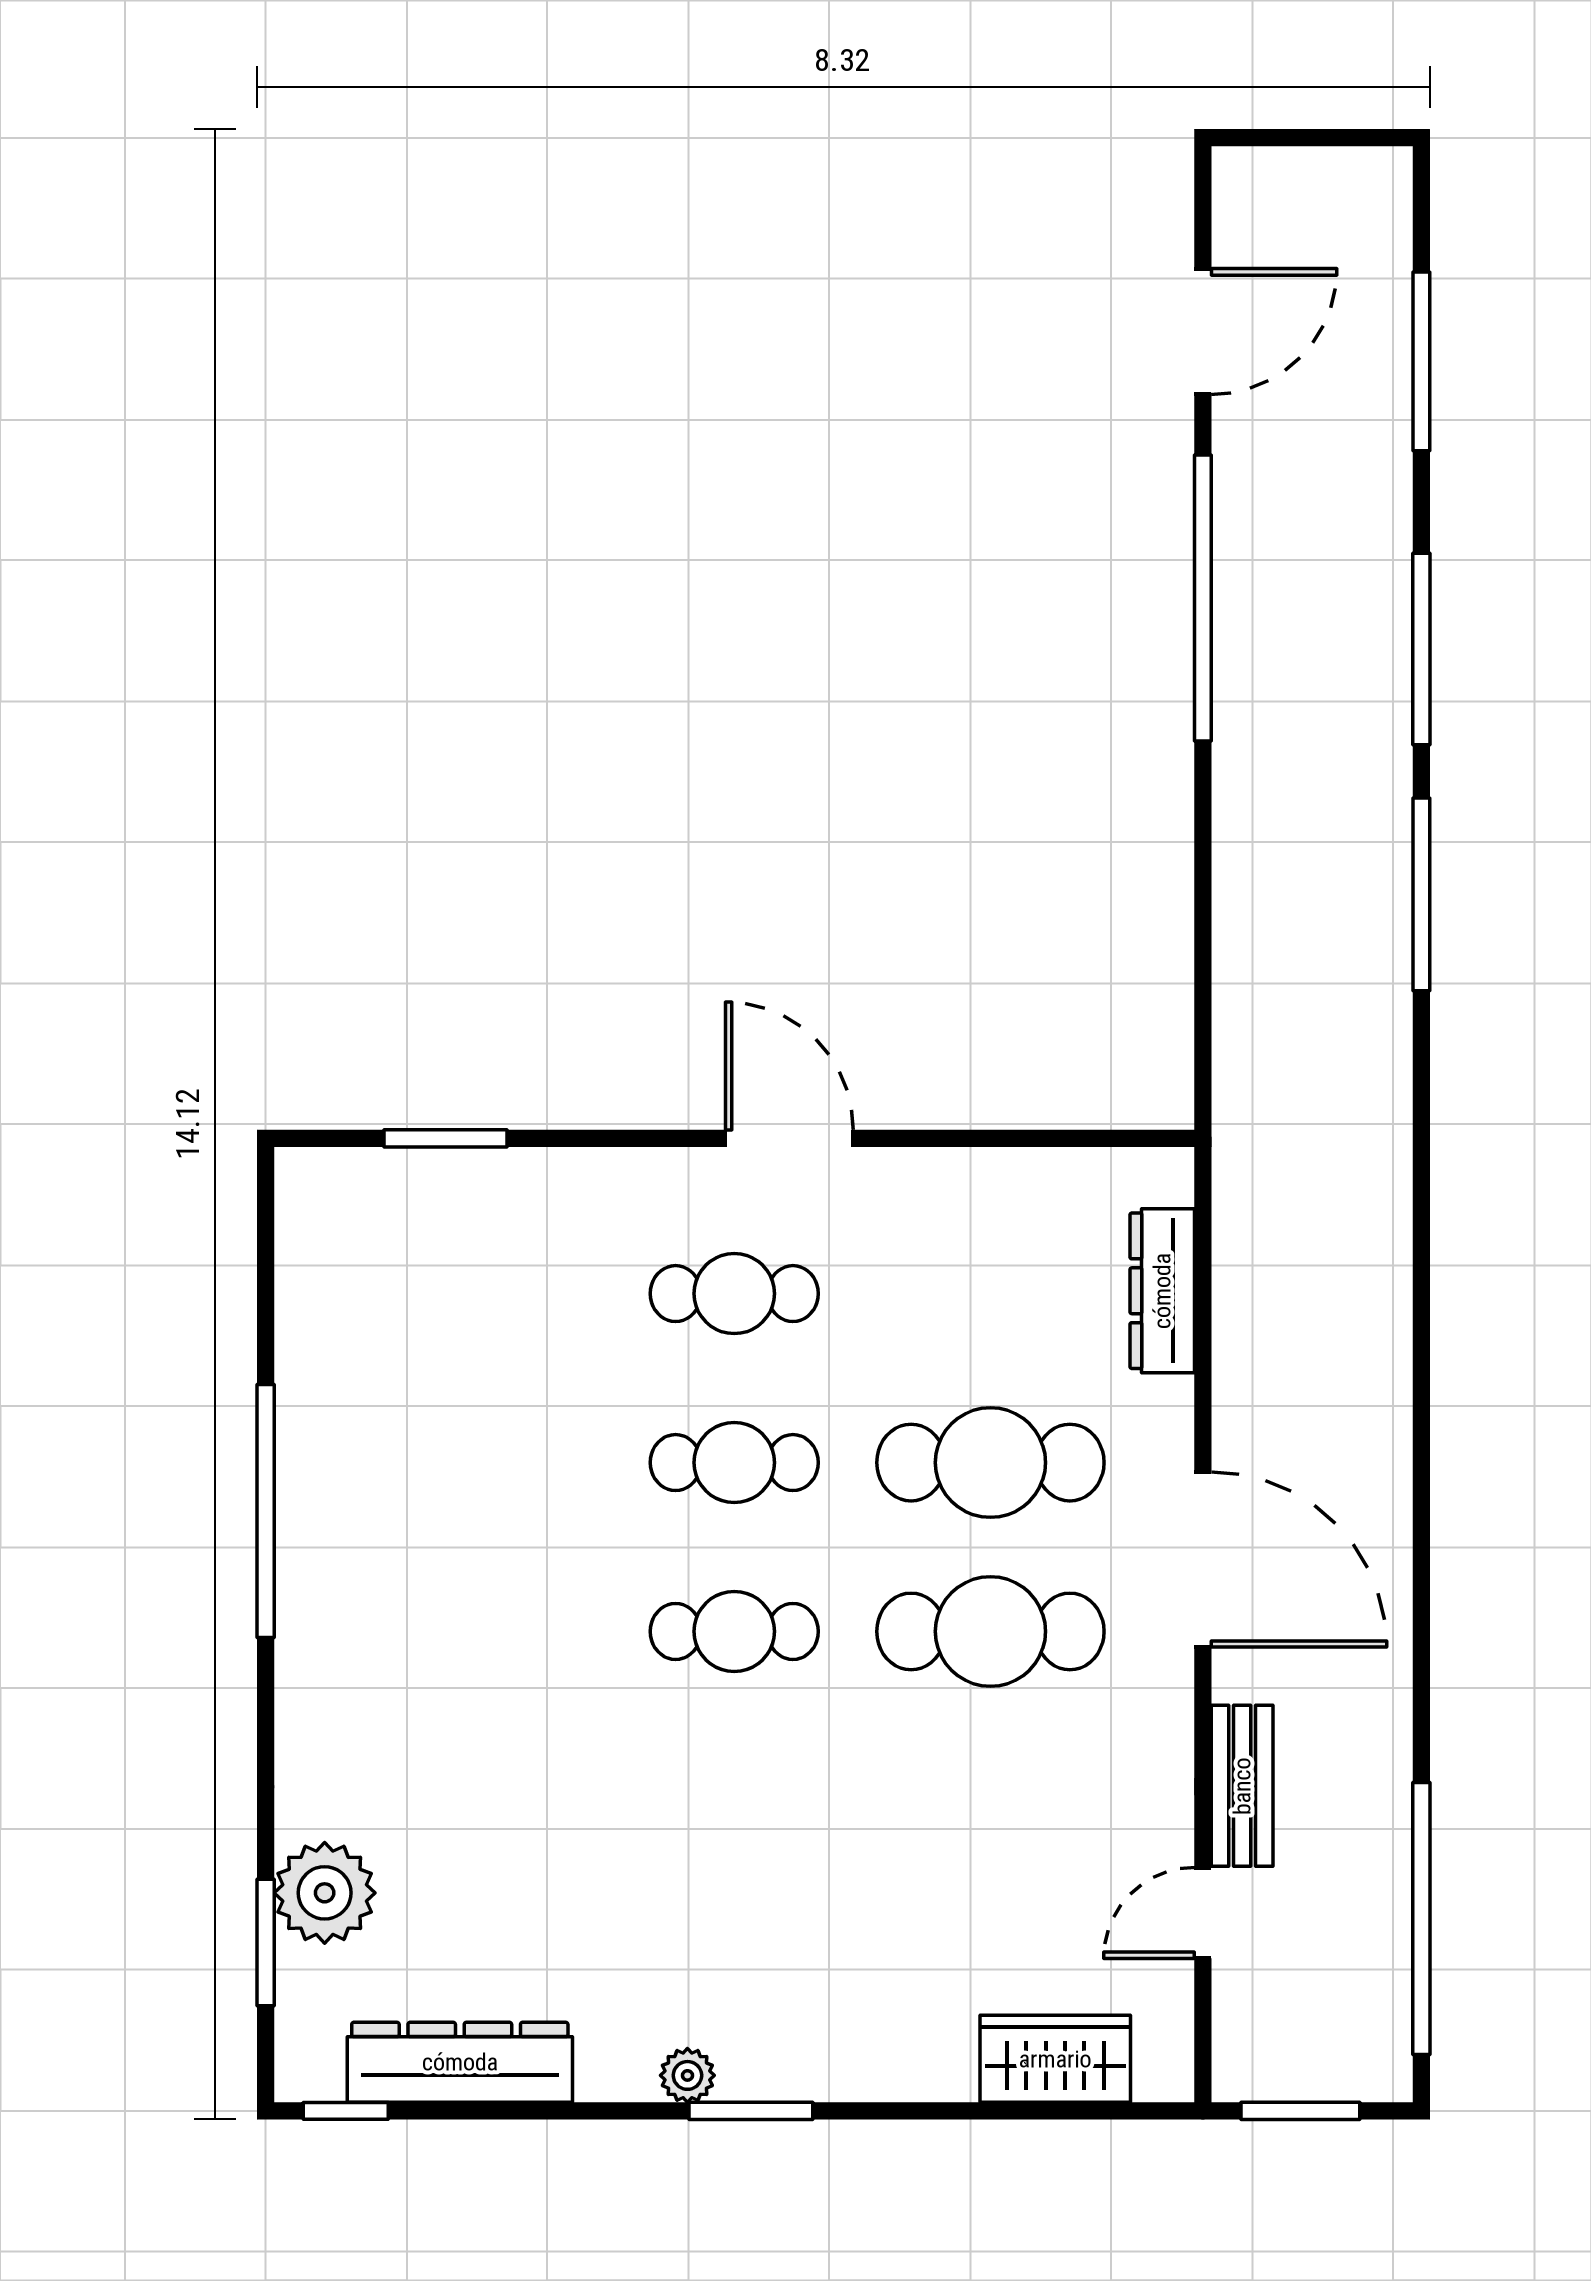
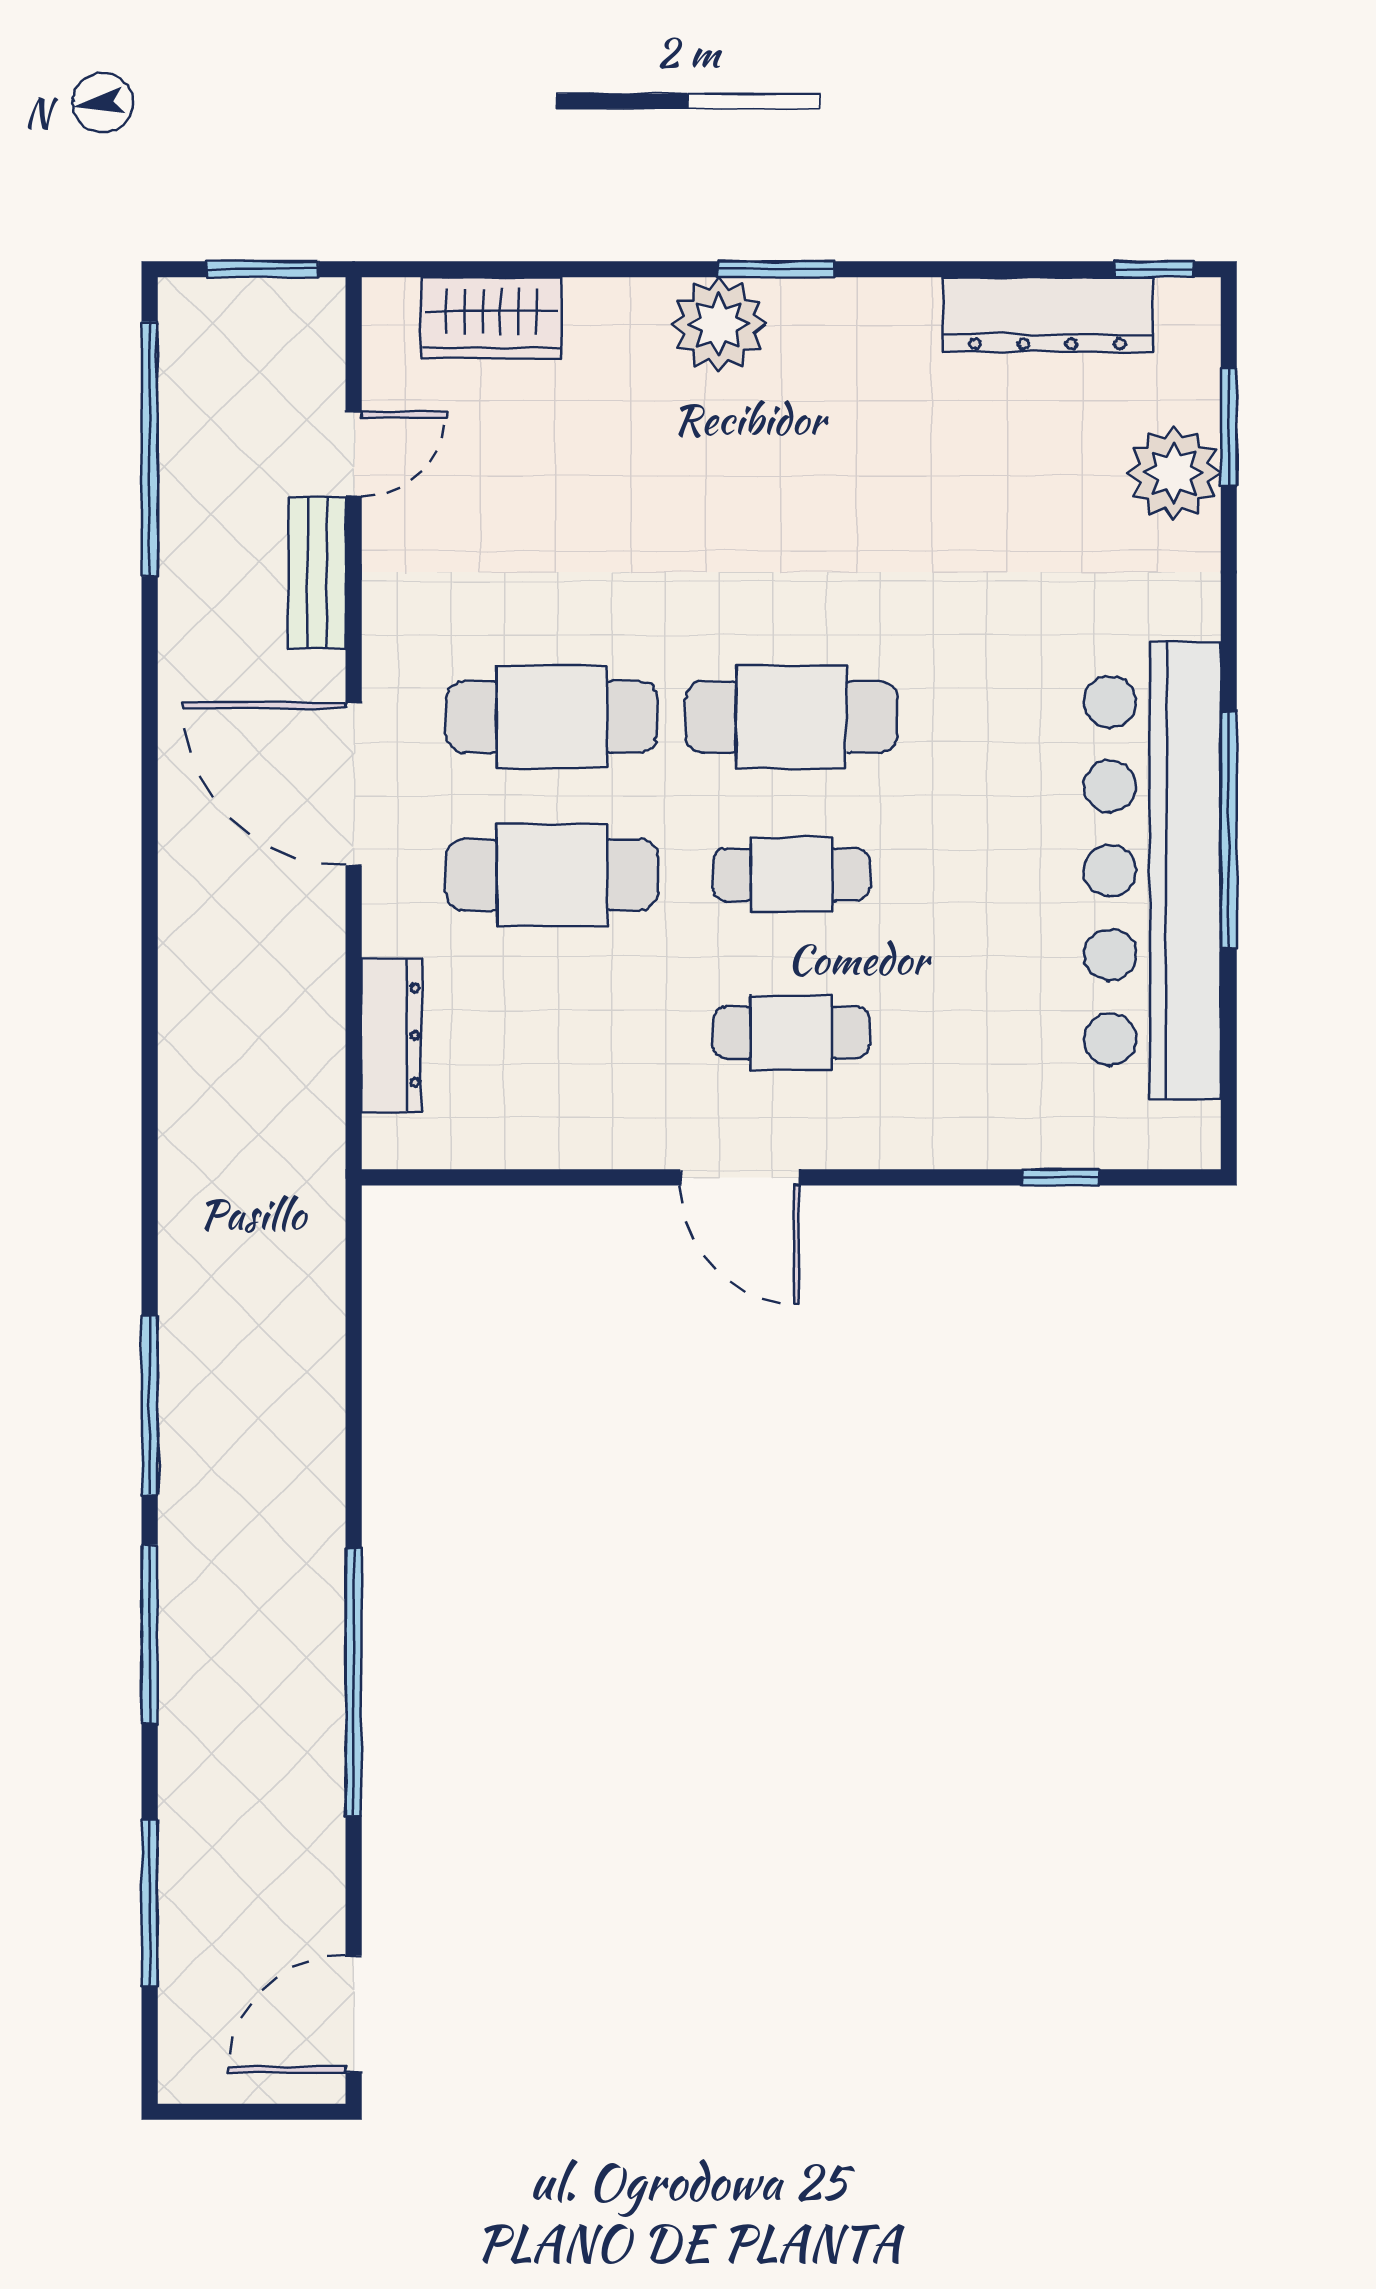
door: (1203, 332) -> (354, 2014), moved
window: (445, 1138) -> (1061, 1177), width x0.67
bar counter: (347, 1467) -> (1152, 871), added
cafe table: (734, 1631) -> (791, 717), width x1.37, depth x1.35
plant: (687, 2075) -> (719, 325), moved, width x1.88, depth x1.88

